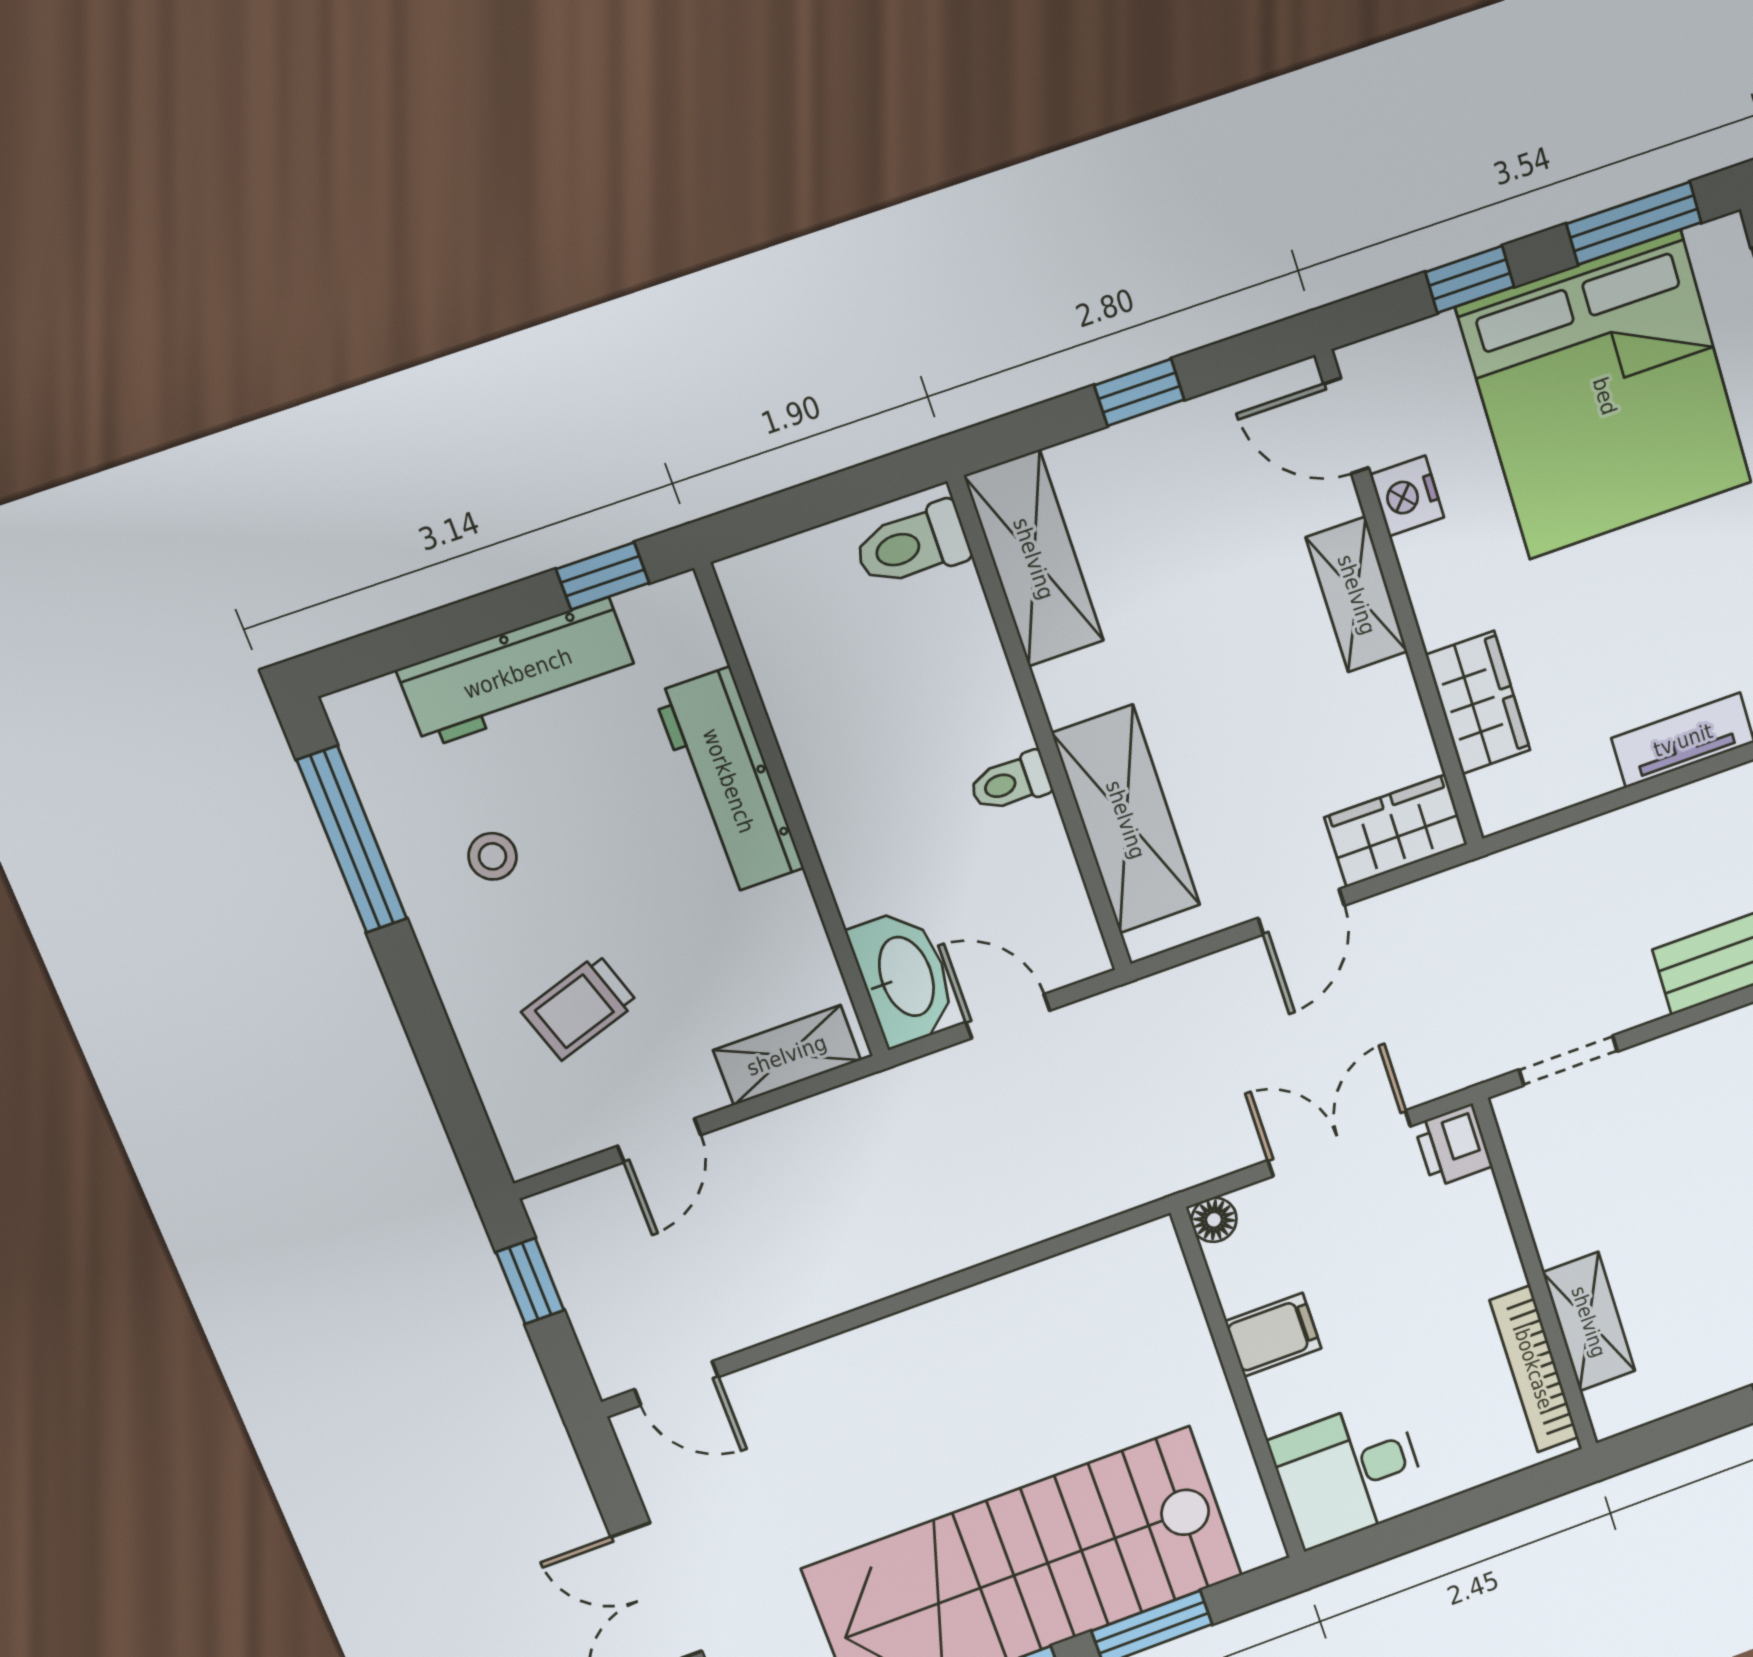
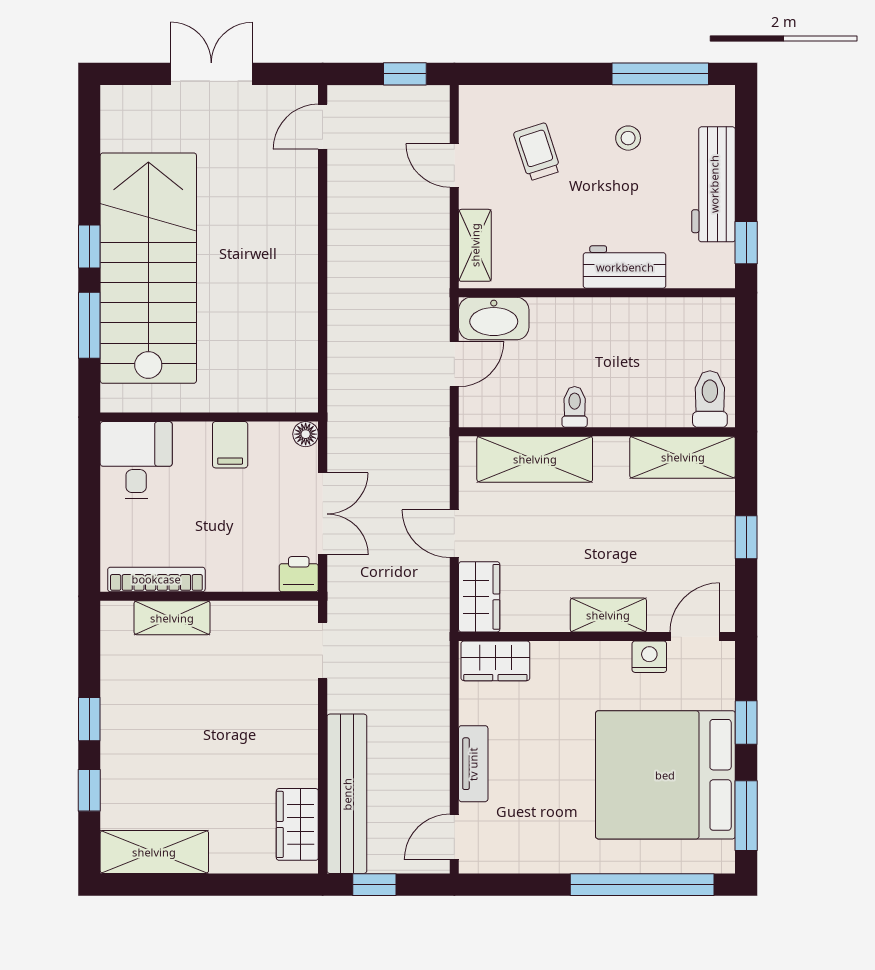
wardrobe: (1478, 703) -> (495, 661), moved
workbench: (729, 781) -> (625, 267), width x0.73

